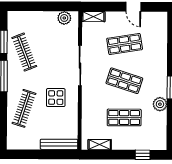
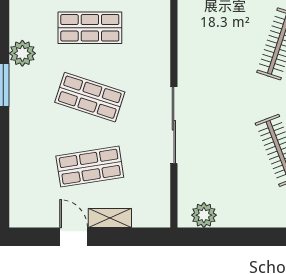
shelving: (93, 17) -> (110, 218), moved
display table: (56, 98) -> (219, 65), removed

